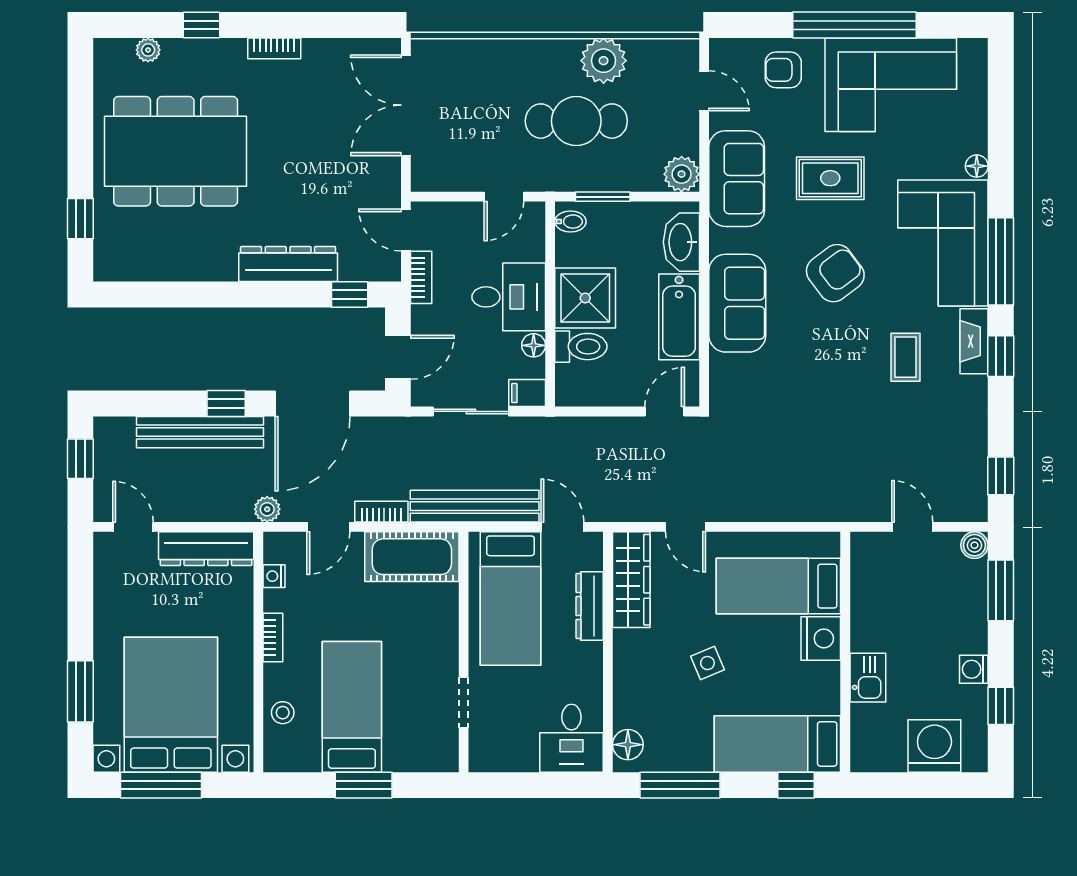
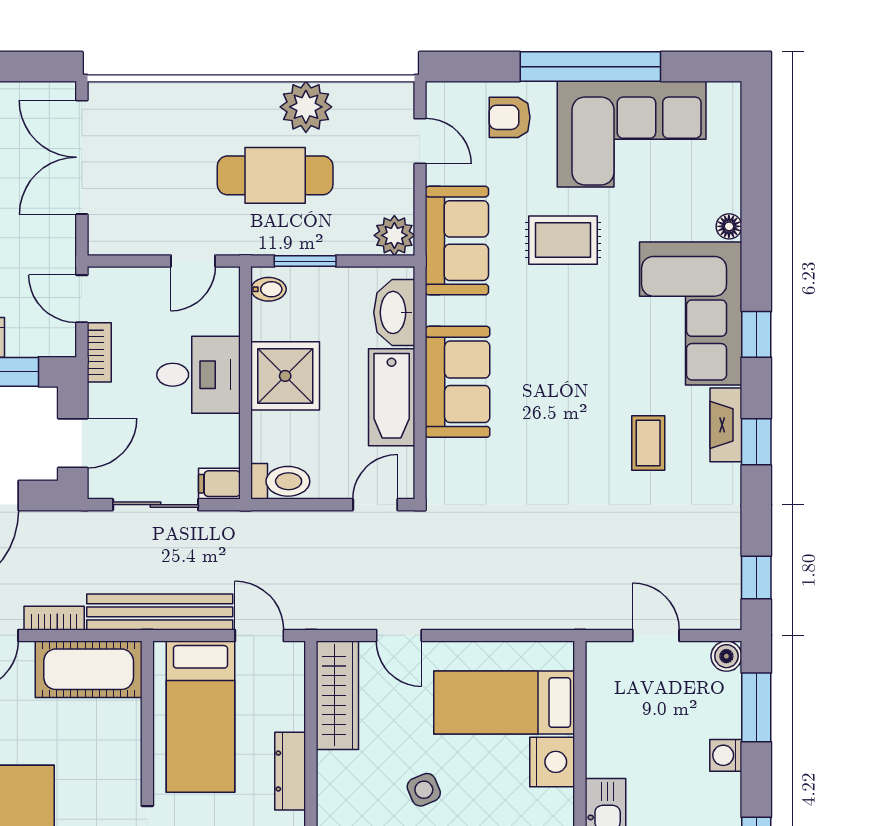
window: (1001, 261) -> (756, 334), width x0.46
armchair: (835, 273) -> (569, 348), removed
floor lamp: (534, 345) -> (227, 430), removed
toilet: (581, 347) -> (280, 481), moved
dresser: (590, 606) -> (290, 771), moved
washing machine: (974, 669) -> (726, 755), moved

